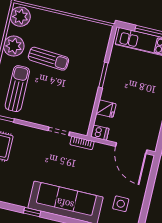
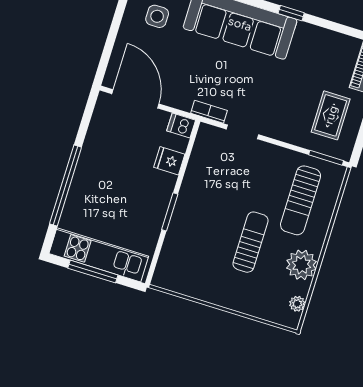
plant: (20, 17) -> (297, 304), width x0.53, depth x0.53
sun lounger: (48, 59) -> (251, 242), turned 86

